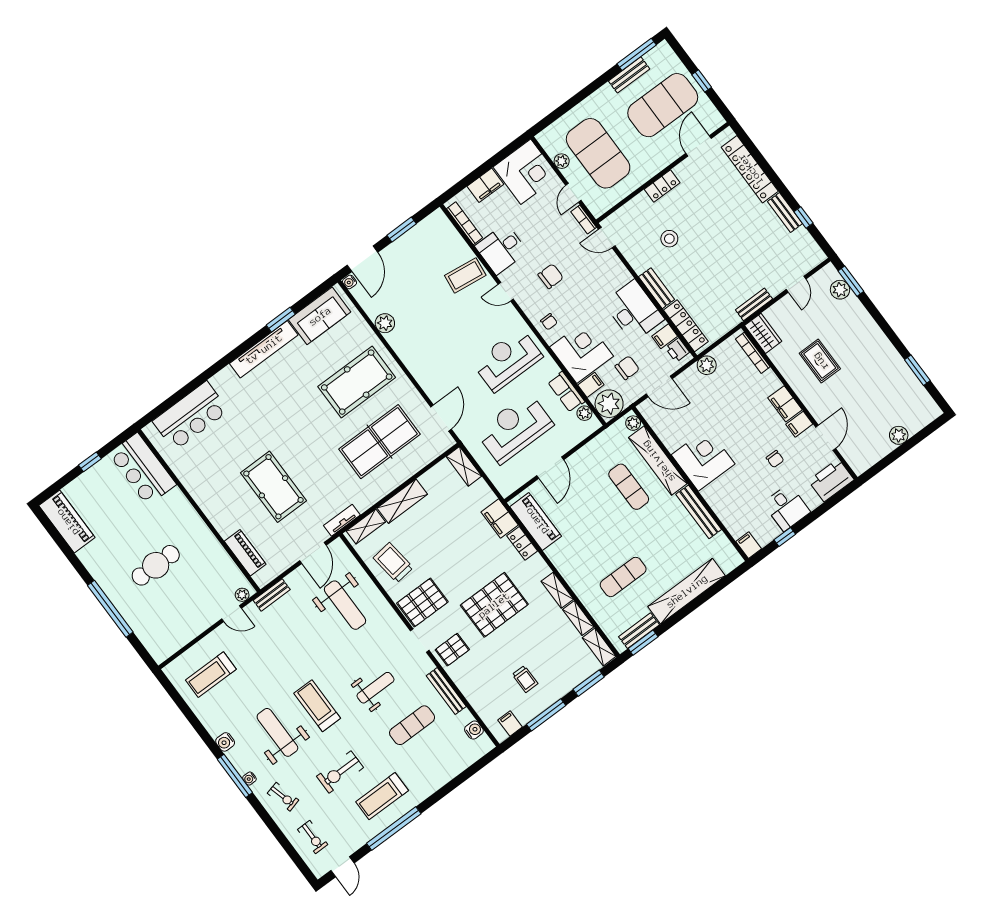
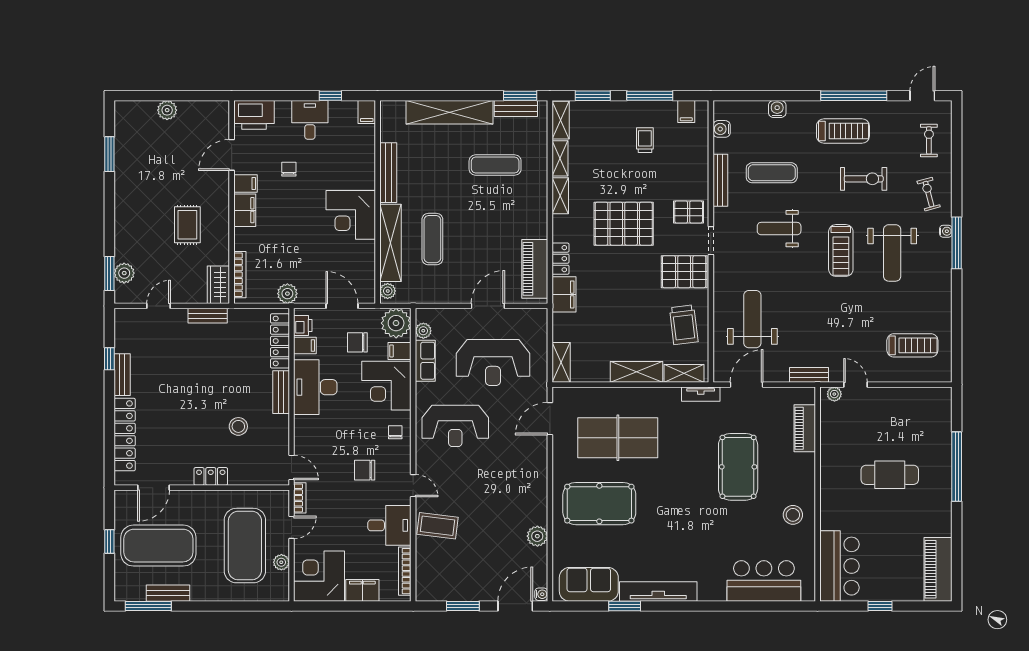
stool: (206, 481) -> (793, 515), added
water cooler: (225, 742) -> (777, 109), moved, turned -90

